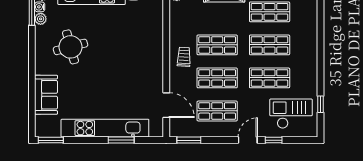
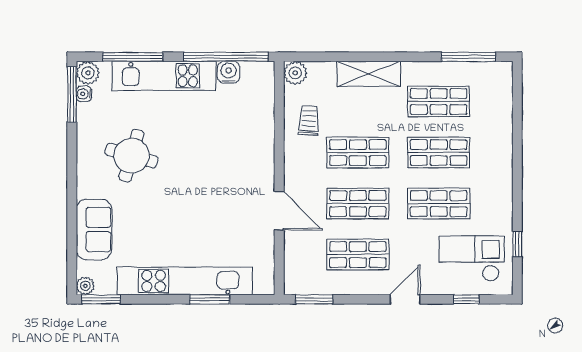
plant: (41, 19) -> (85, 286), moved
round table: (71, 47) -> (132, 156), turned 31
trolley: (184, 57) -> (309, 121), moved
door: (166, 105) -> (279, 211), moved
window: (274, 140) -> (466, 299), moved

